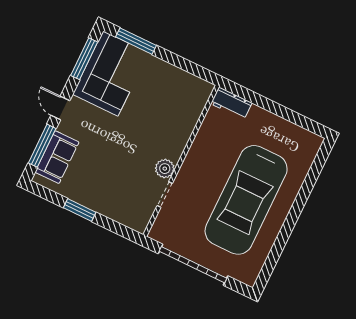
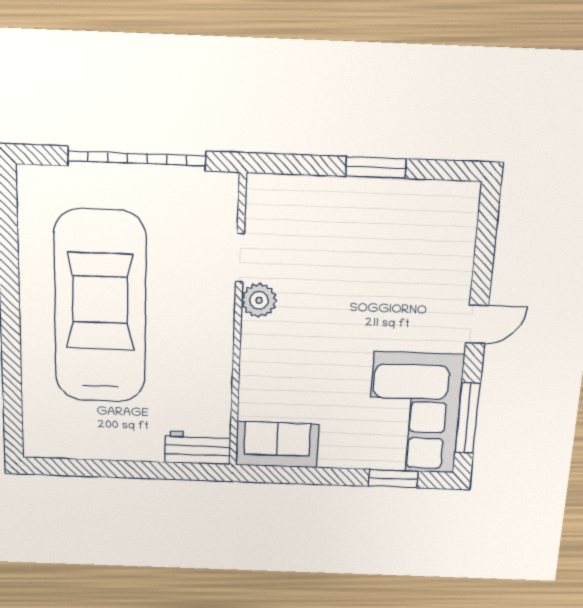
window: (136, 41) -> (393, 479), width x0.69
door: (60, 108) -> (477, 324), hinge flipped
window: (42, 146) -> (485, 249), removed
sofa: (57, 157) -> (277, 445), moved, turned 90

